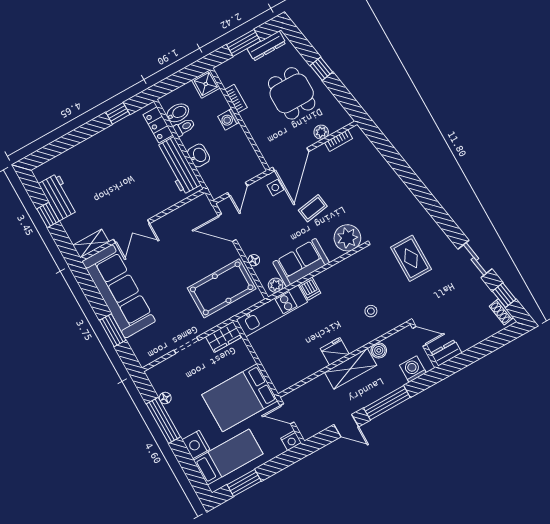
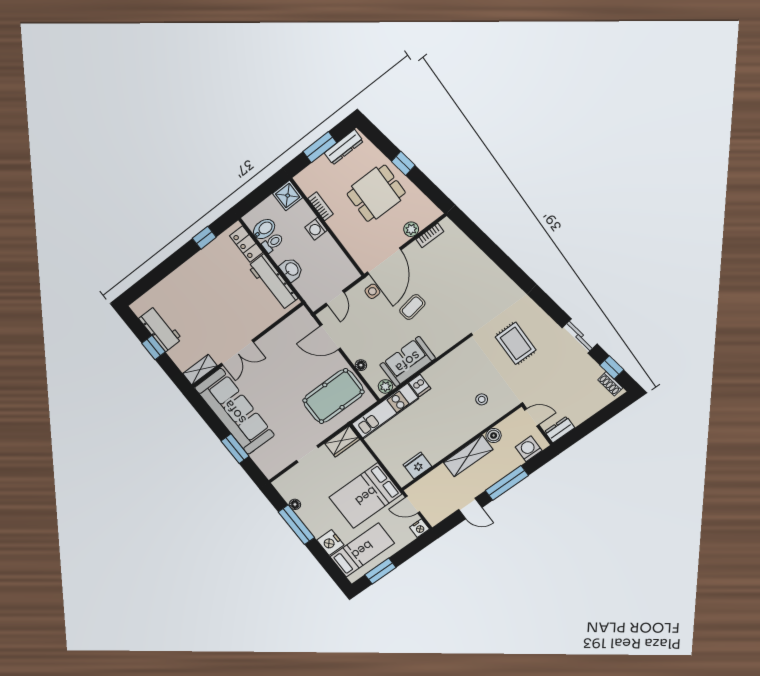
dining table: (292, 93) -> (376, 193), turned 90
plant: (347, 238) -> (450, 332), removed
fridge: (335, 351) -> (417, 466), moved

